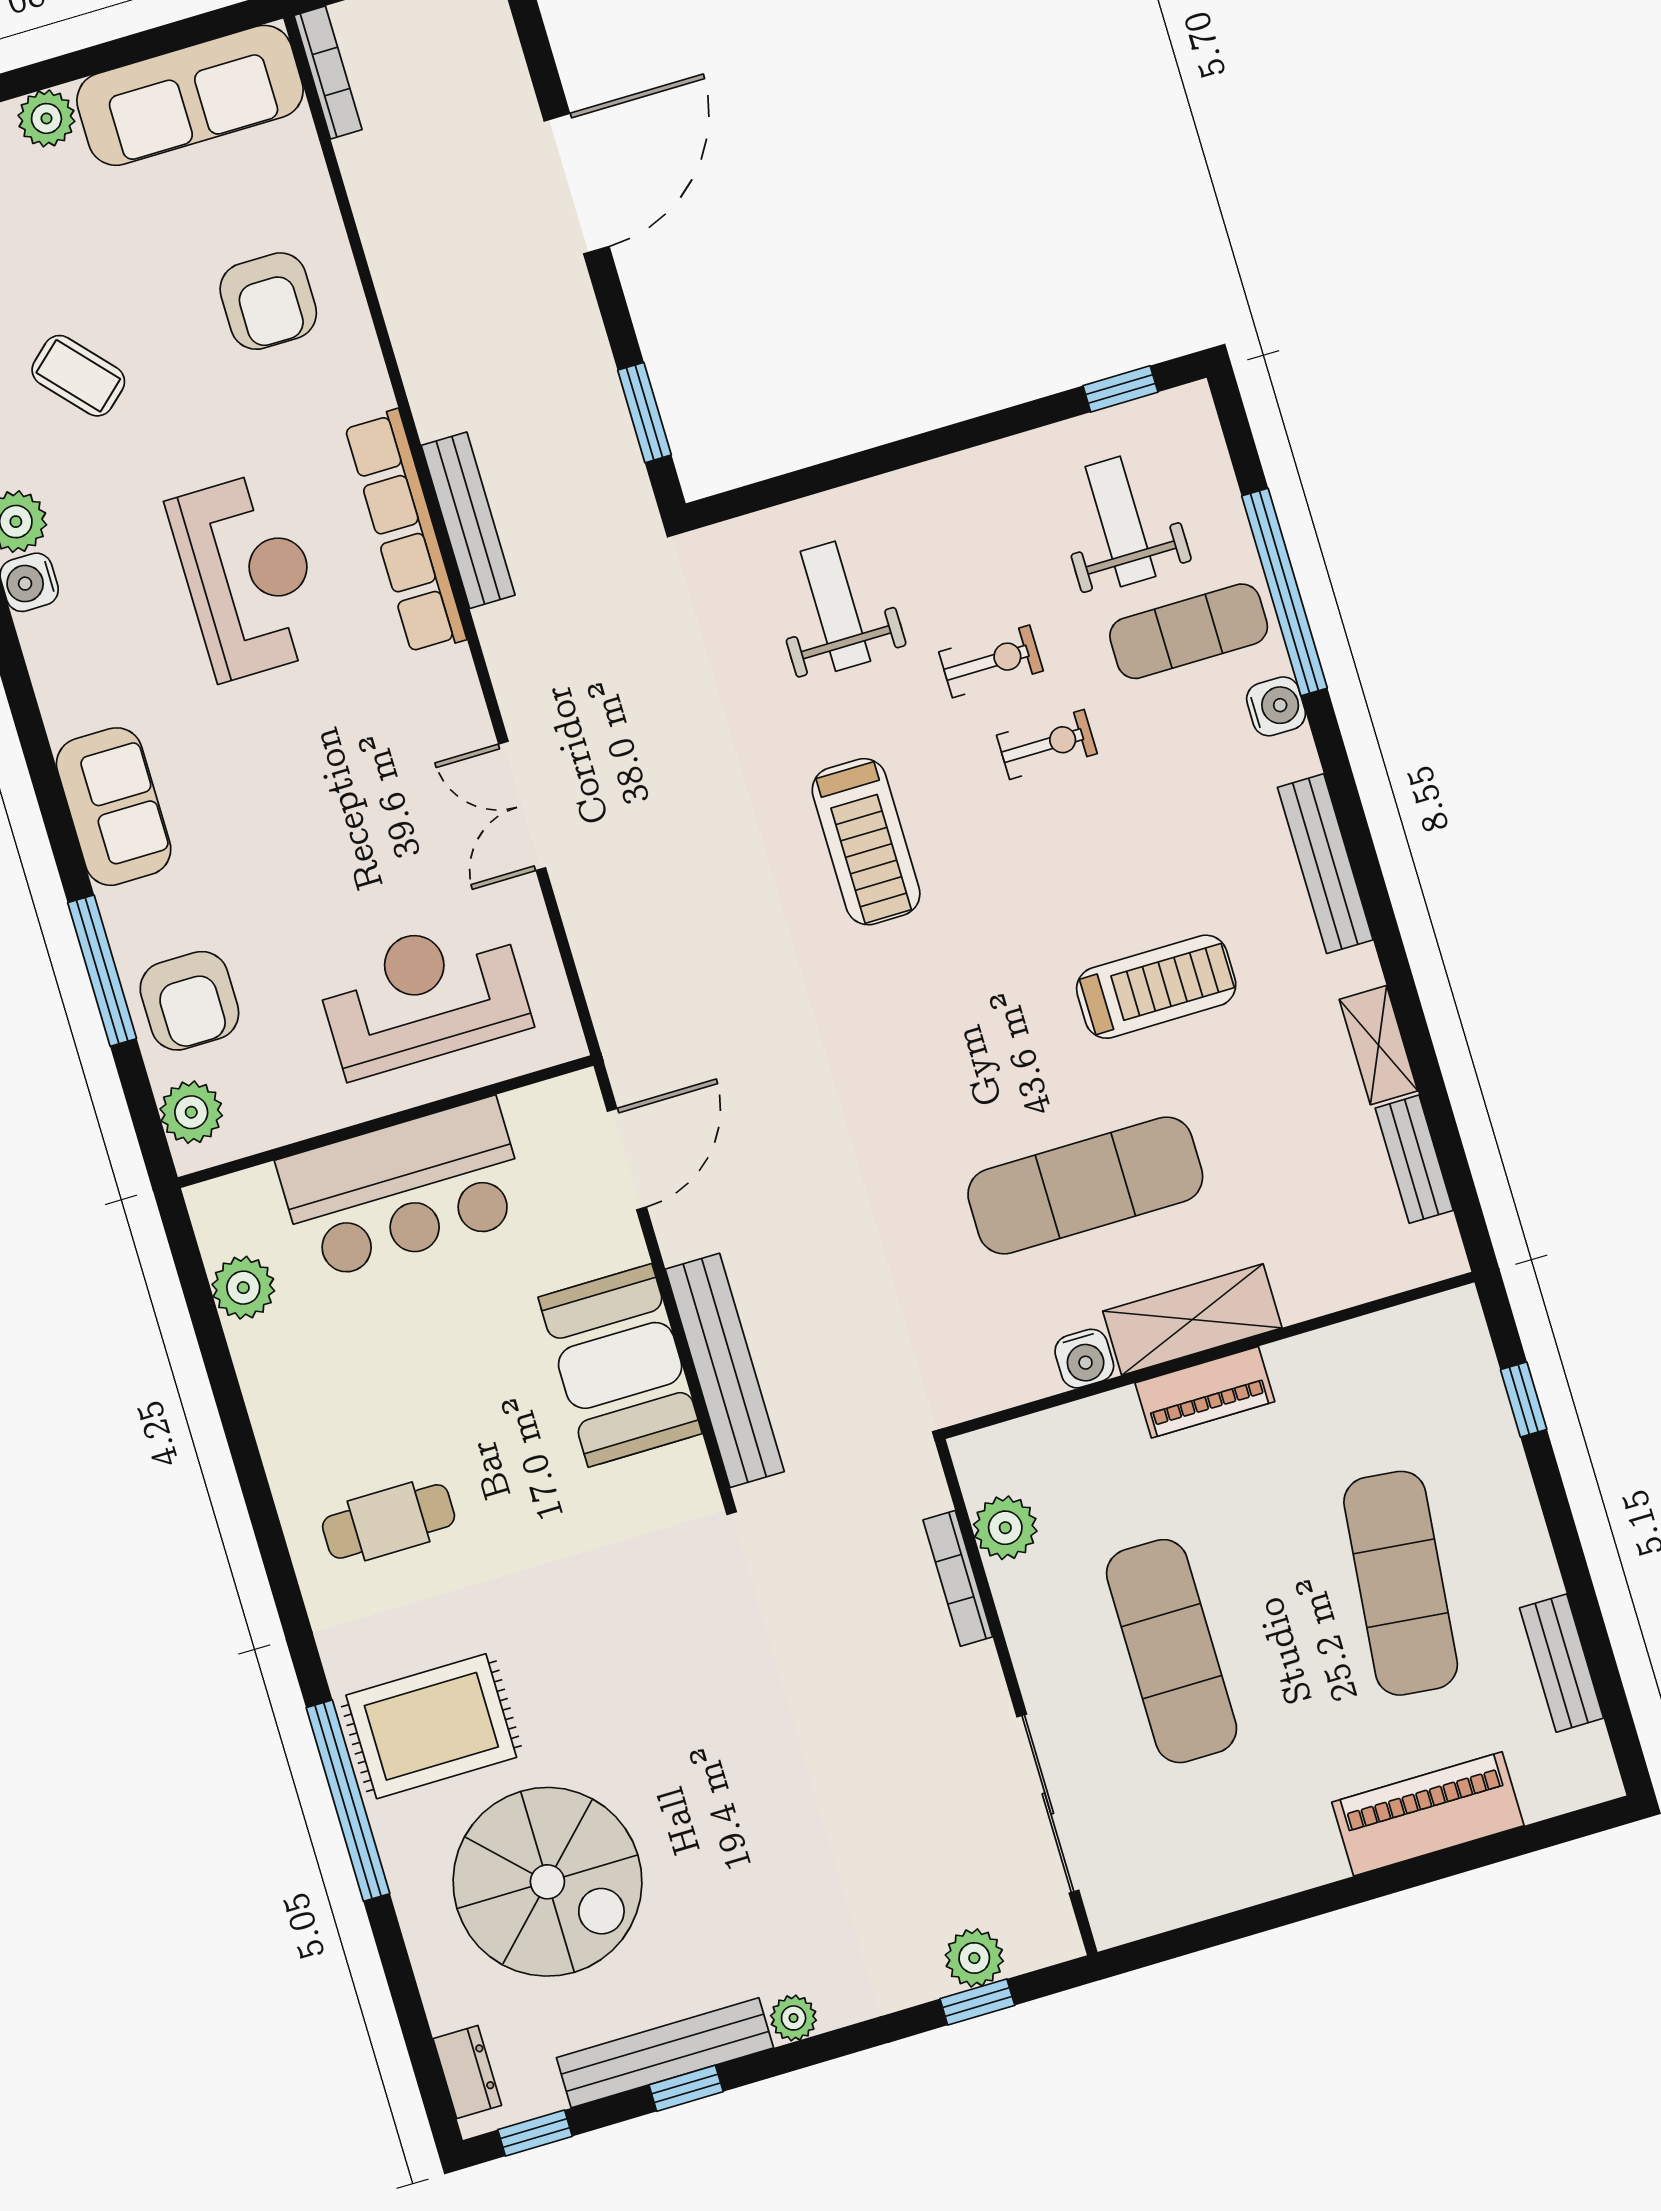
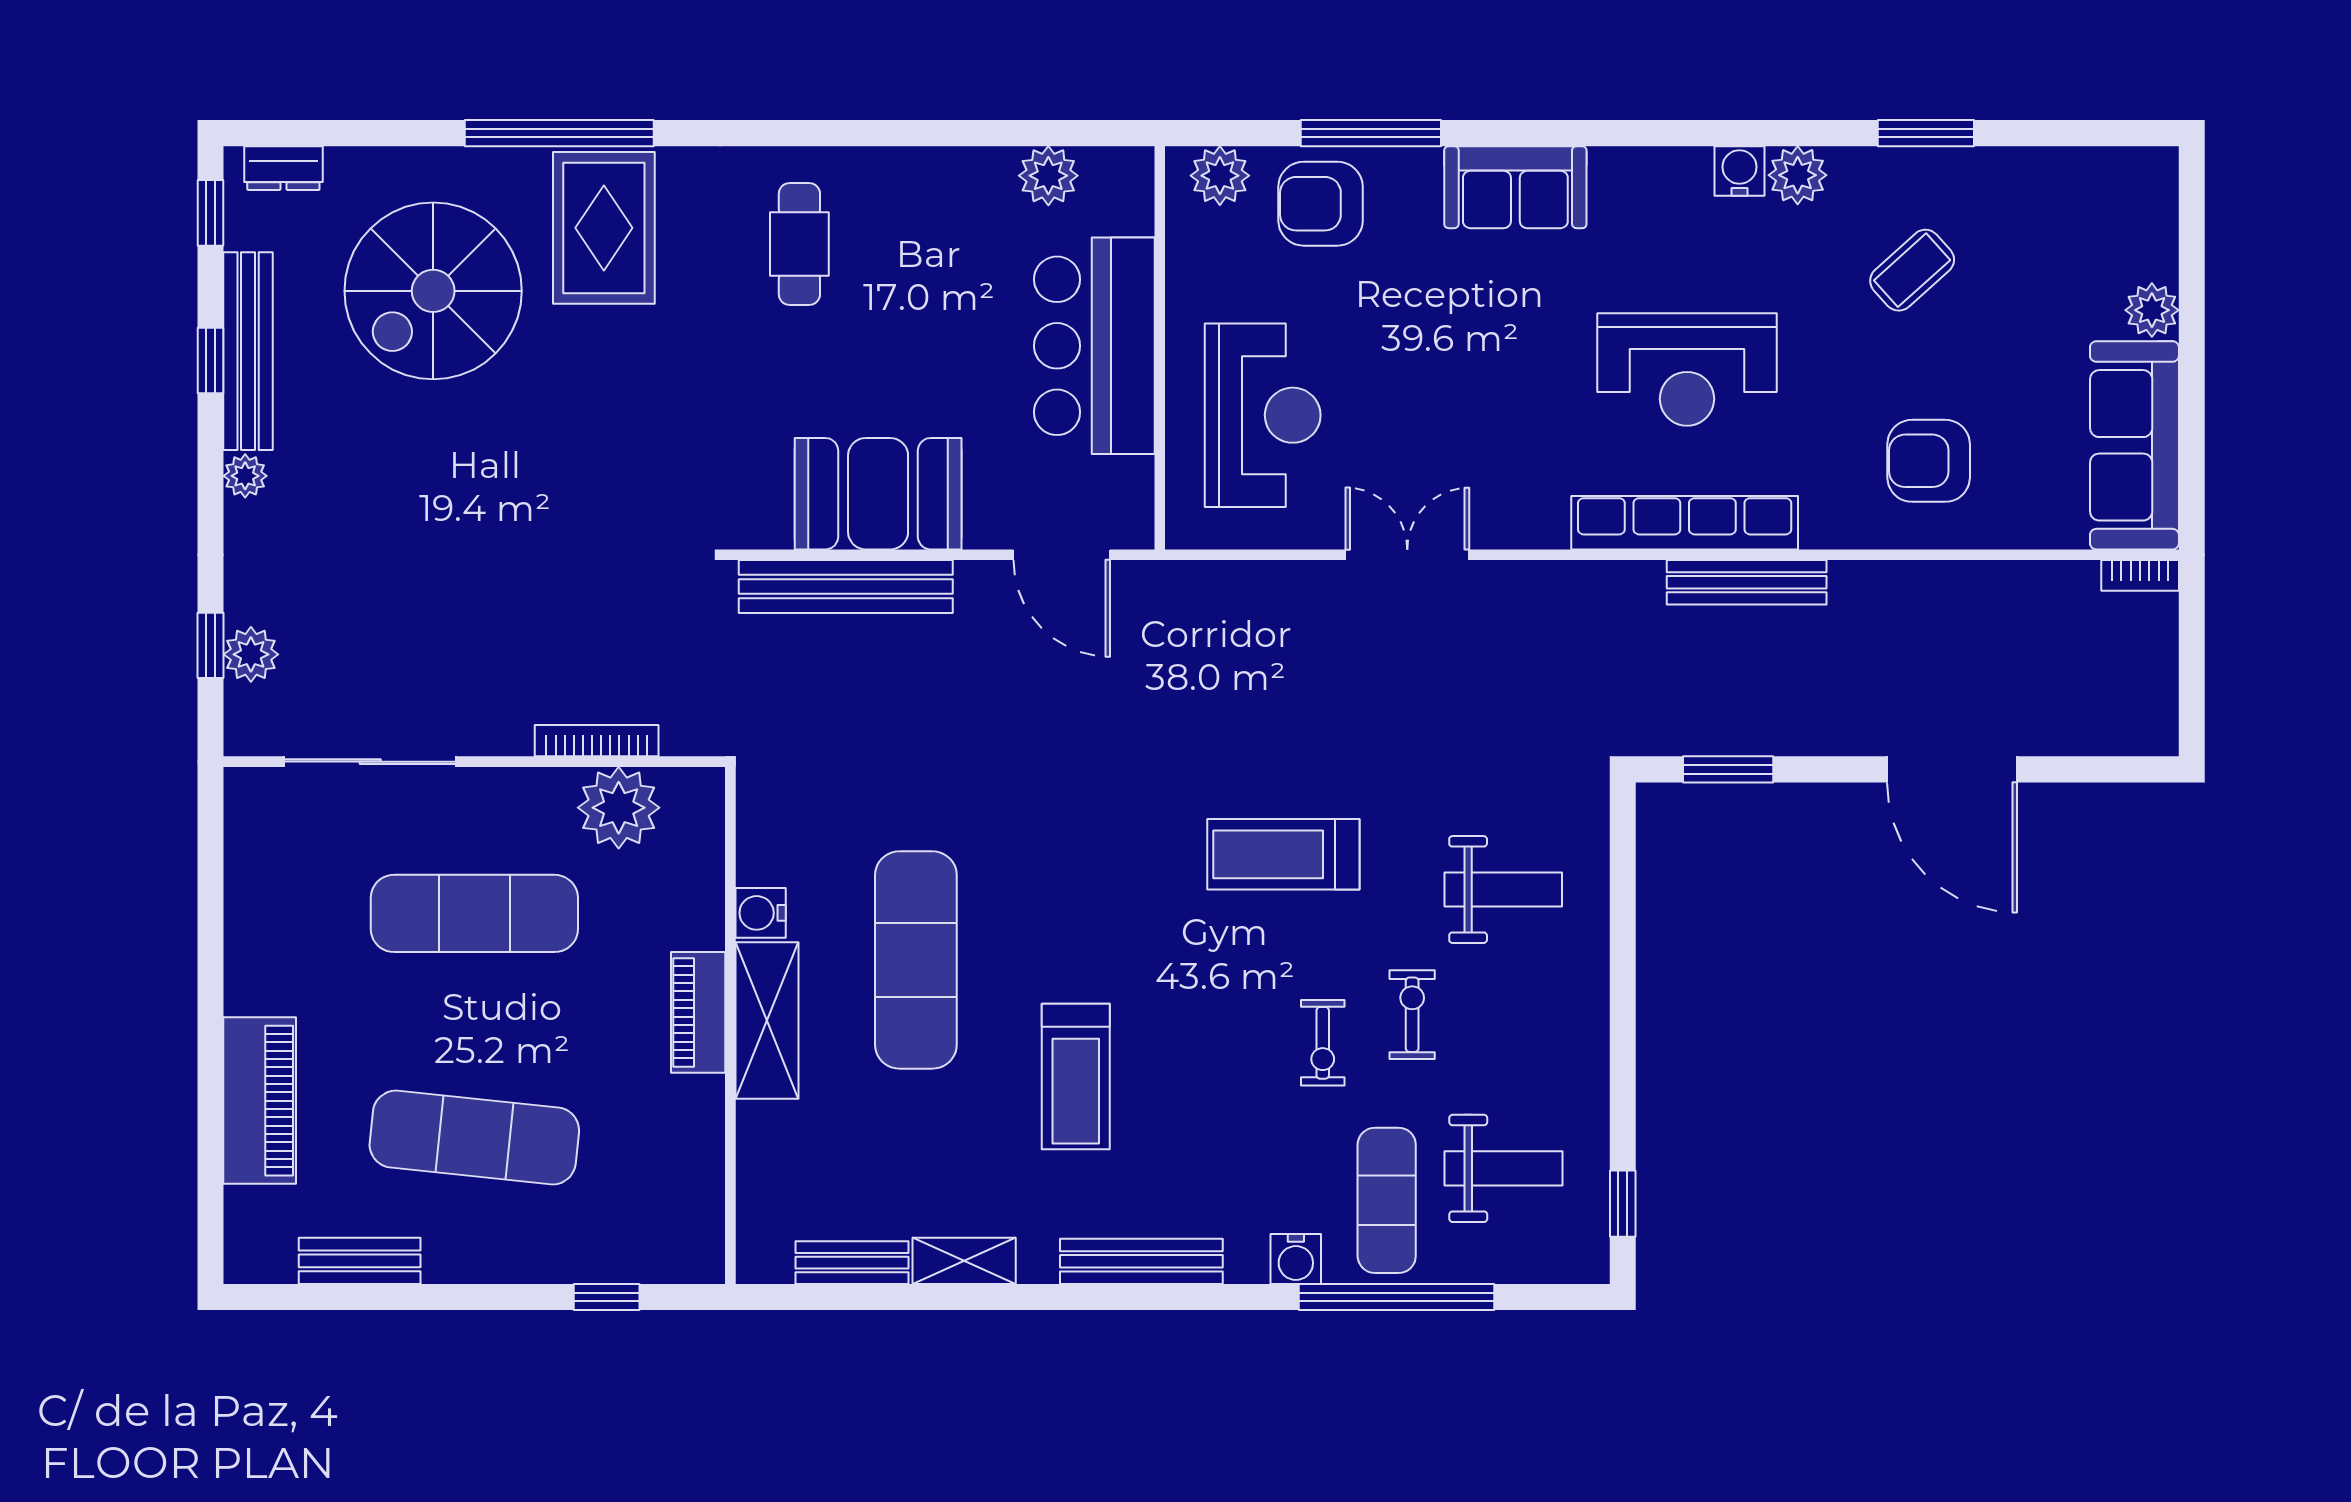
bookcase: (328, 72) -> (2140, 575), width x0.64
bench: (468, 520) -> (1747, 582), moved
exercise bike: (991, 661) -> (1412, 1015), turned 180
plant: (1005, 1528) -> (619, 808), width x1.36, depth x1.36

